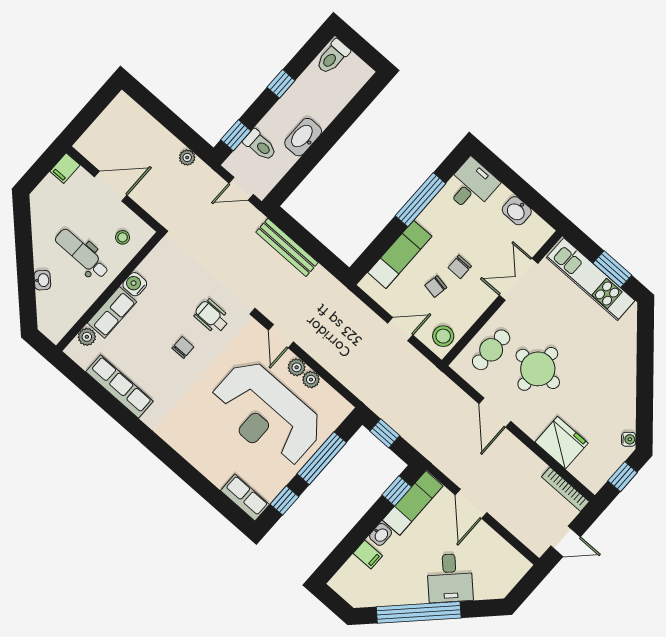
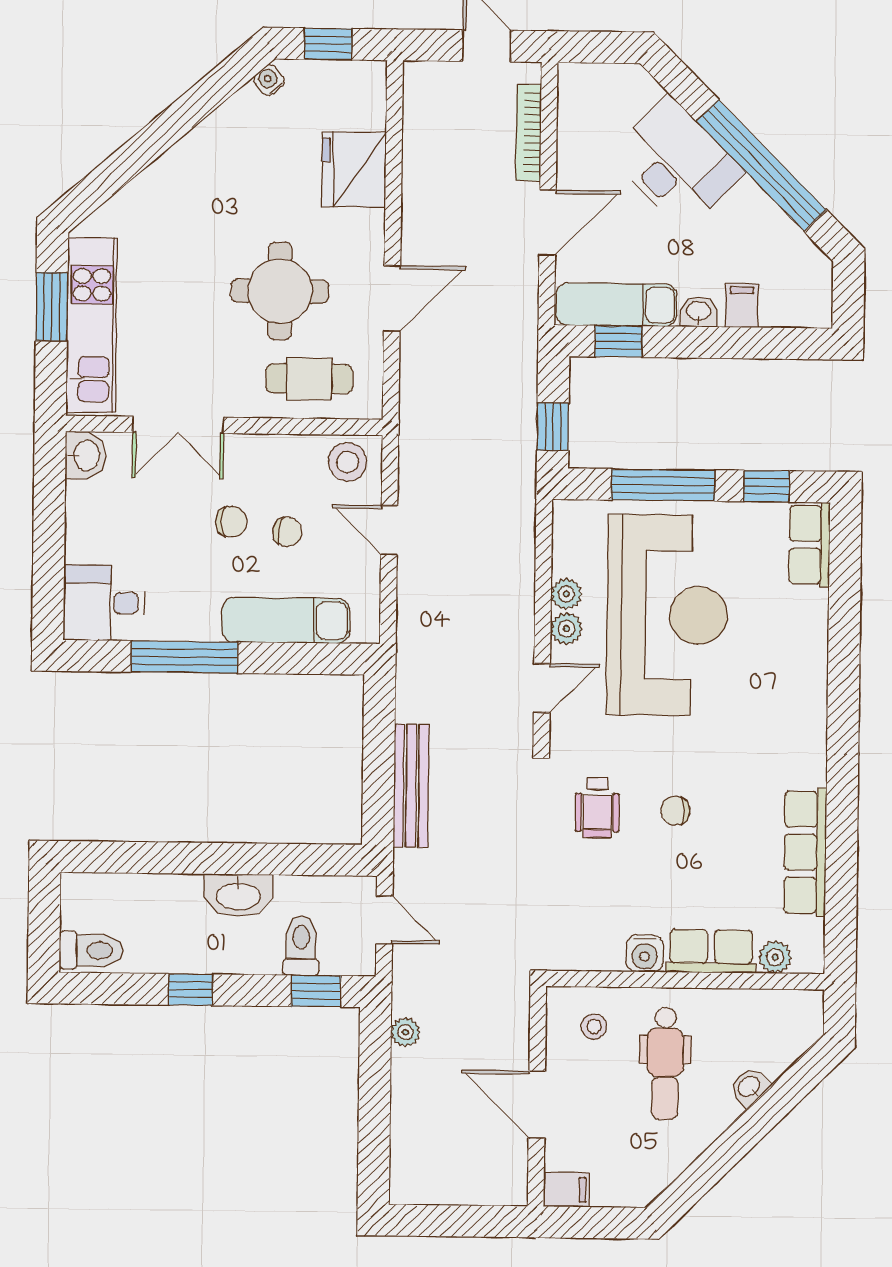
washbasin: (517, 211) -> (86, 455), moved
bookcase: (565, 489) -> (529, 133), moved, turned 180
desk: (450, 578) -> (676, 163), width x1.37

